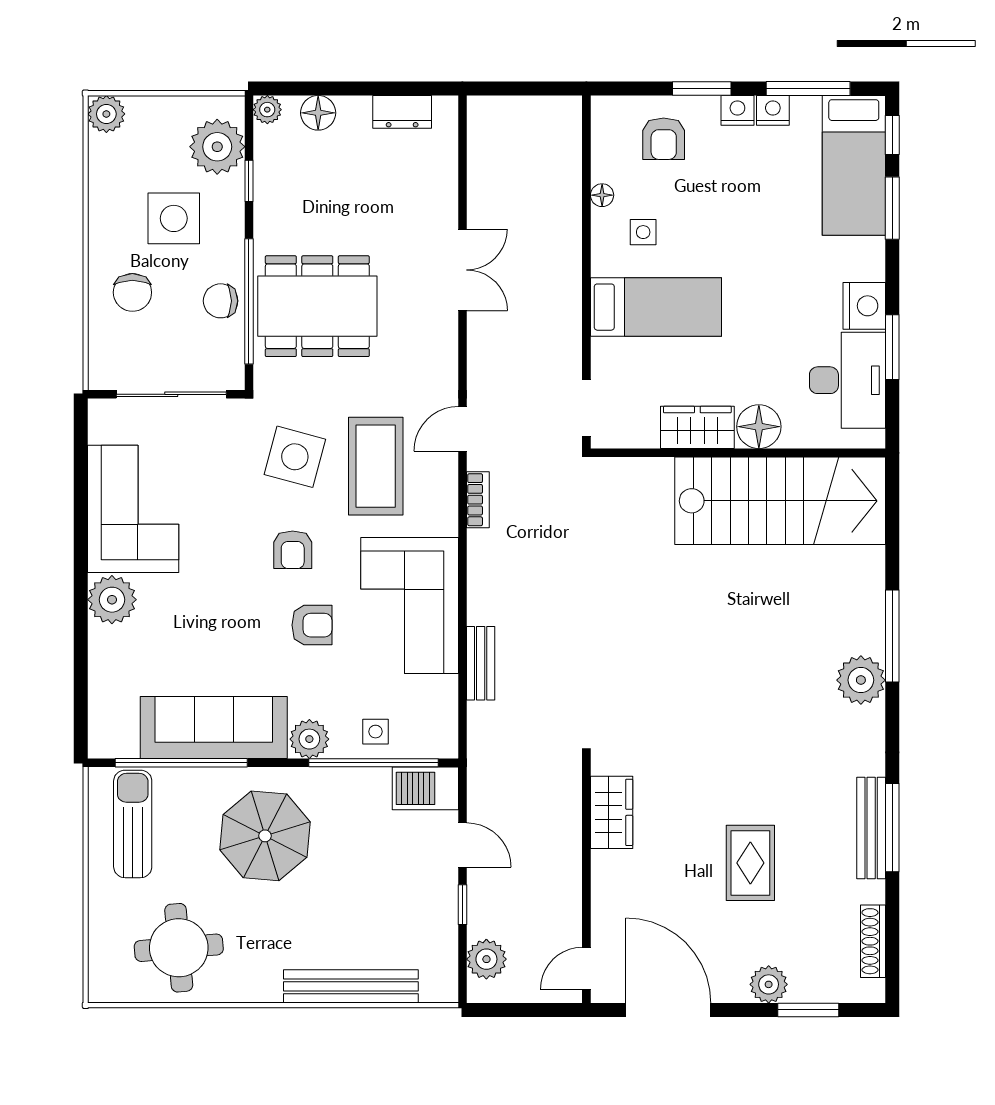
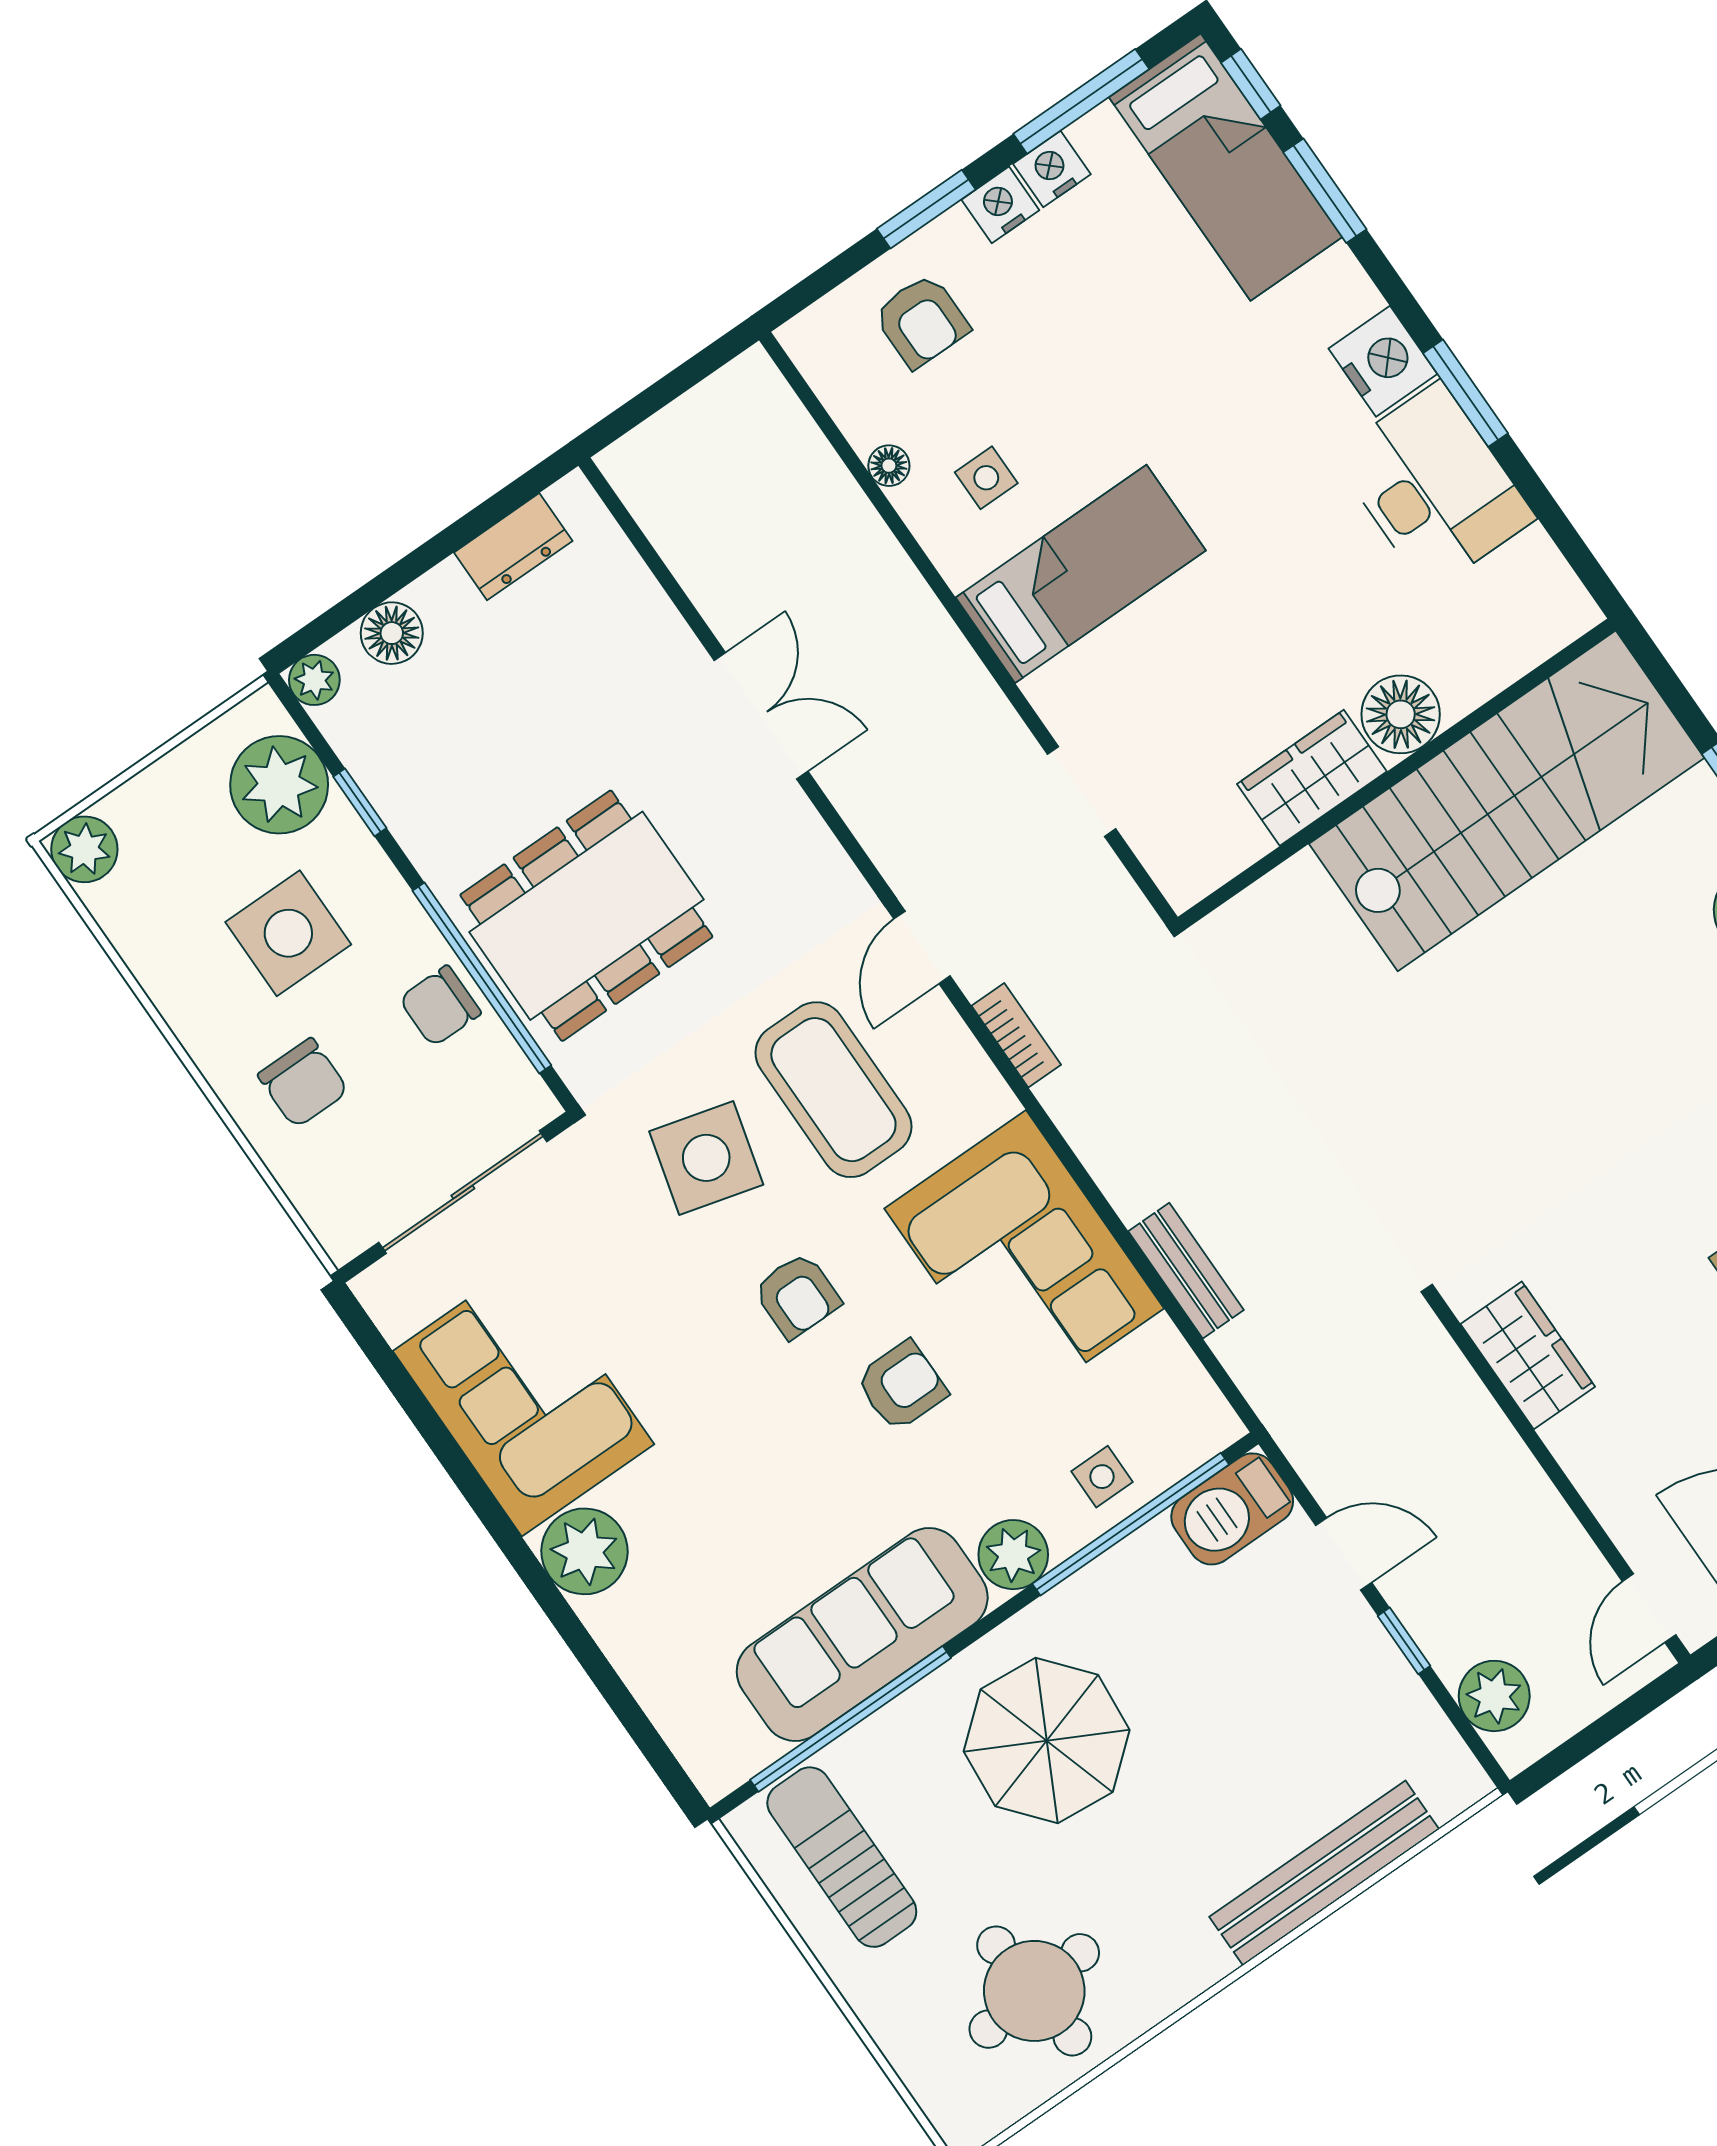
wardrobe: (697, 427) -> (1312, 778), moved
floor lamp: (759, 427) -> (1401, 714), moved
wall: (738, 453) -> (1397, 774), moved
stairs: (780, 501) -> (1507, 801), moved

